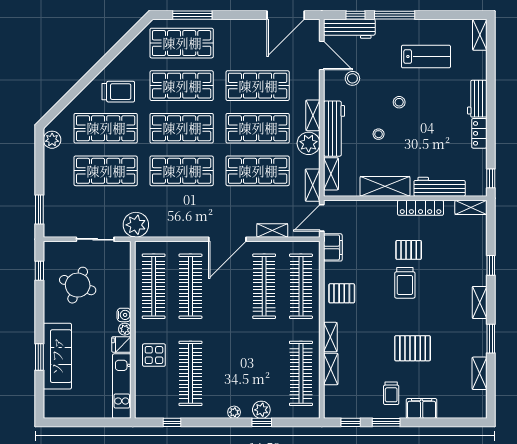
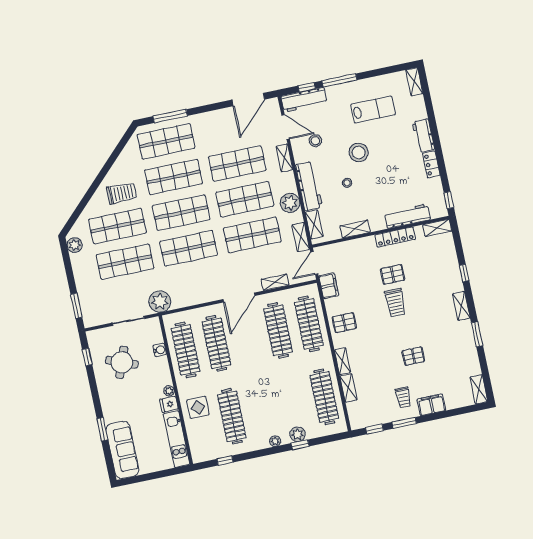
stool: (399, 102) -> (359, 152), width x1.89, depth x1.89
shelving: (313, 115) -> (284, 158), moved
shelving: (385, 186) -> (355, 229), width x0.67, depth x0.75
water cooler: (124, 315) -> (160, 350), moved
pallet: (413, 348) -> (413, 356), width x0.67, depth x0.71
sofa: (57, 356) -> (122, 450), moved
shelving: (479, 373) -> (479, 389), moved

